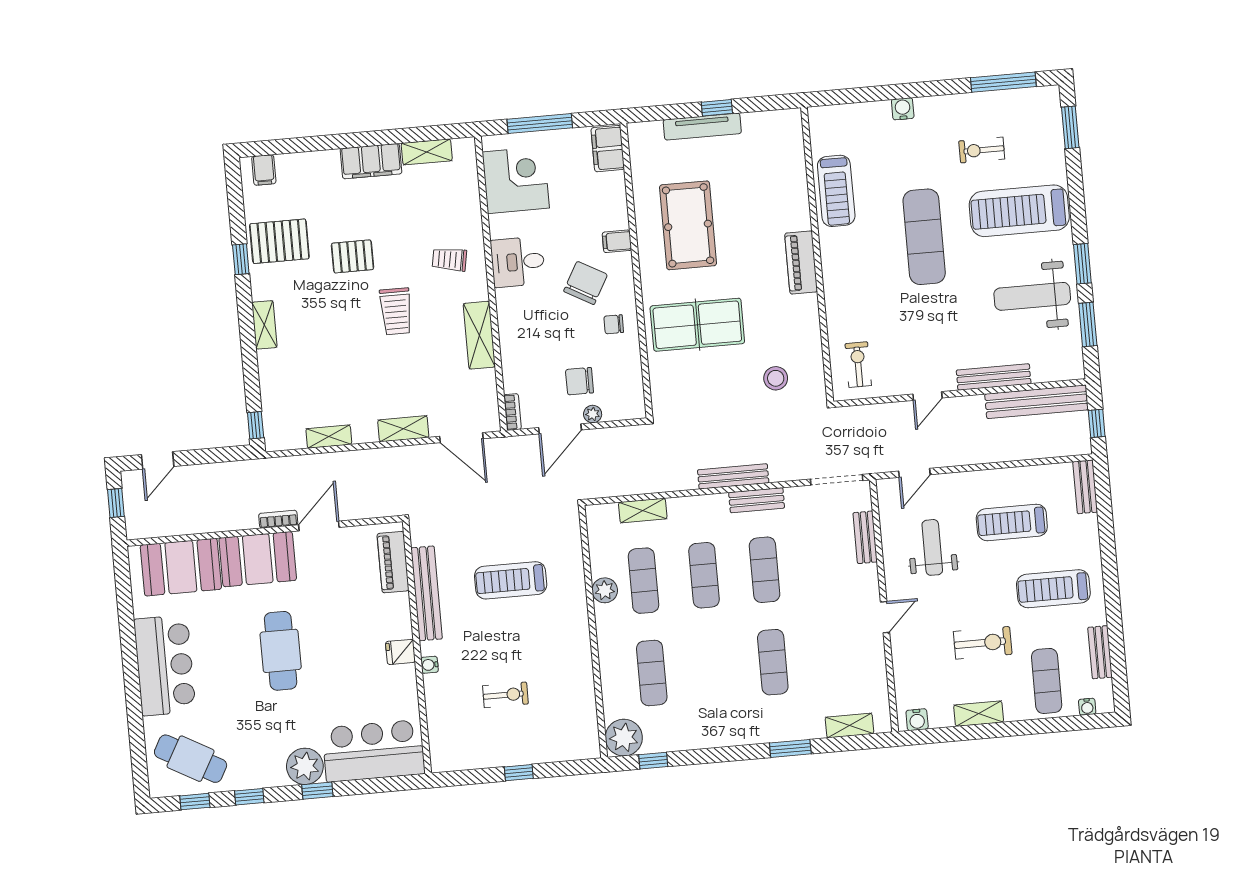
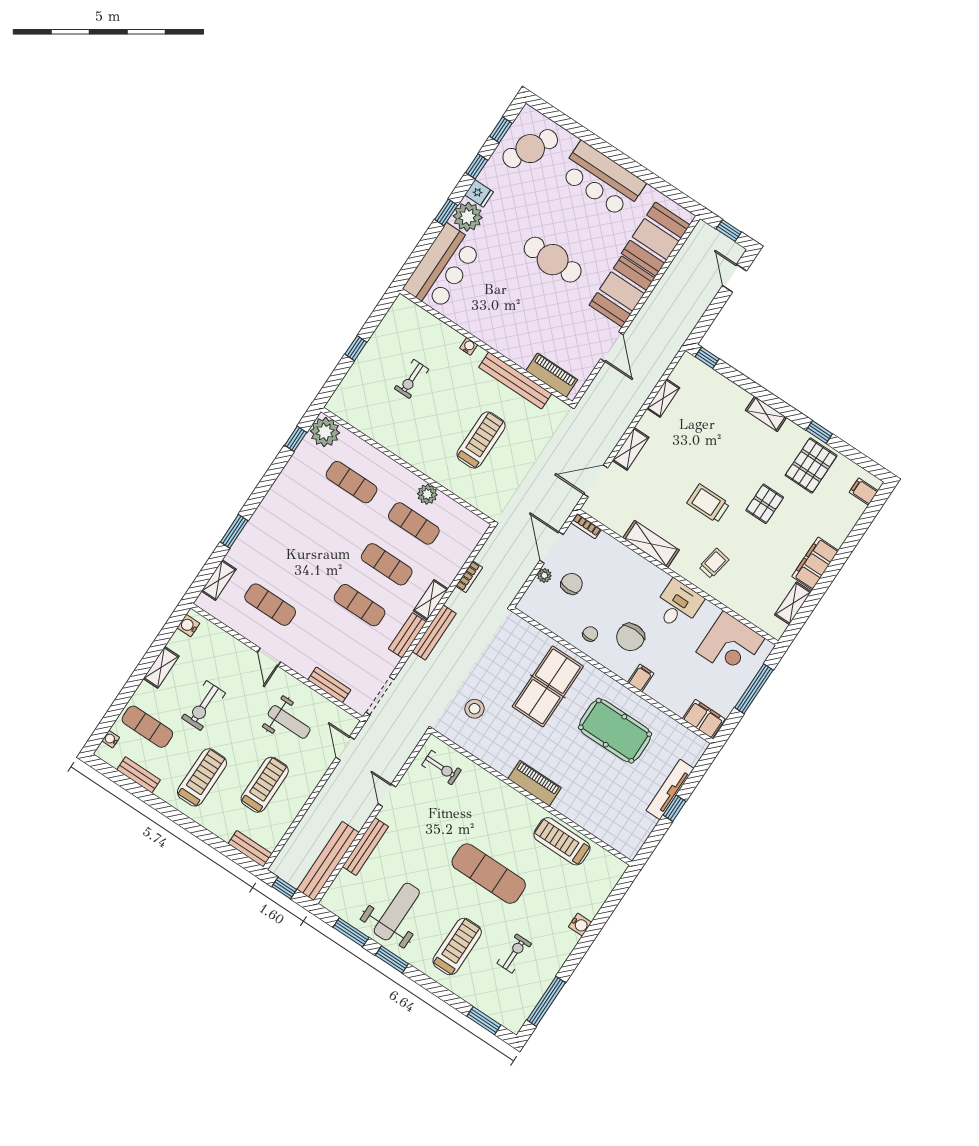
treadmill: (1019, 211) -> (457, 946), width x0.73, depth x0.73
chair: (585, 283) -> (630, 637), turned 61
shelving: (643, 511) -> (431, 600), moved
bookcase: (278, 519) -> (469, 577), moved
fridge: (400, 652) -> (479, 193), moved, turned 90
exercise mat: (773, 662) -> (270, 605), moved

